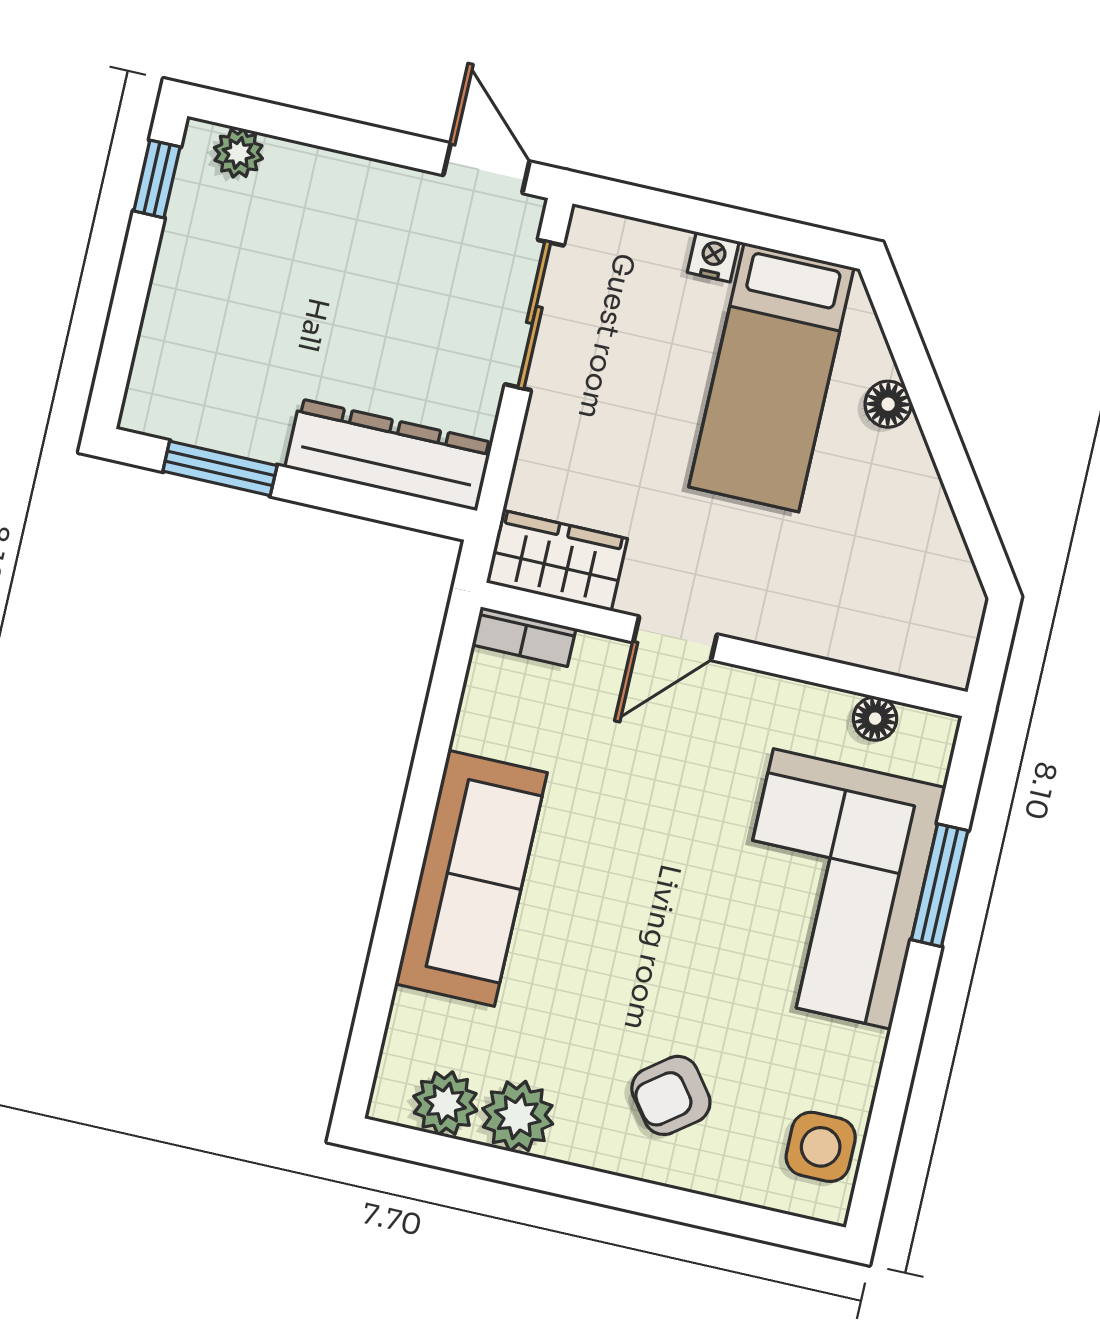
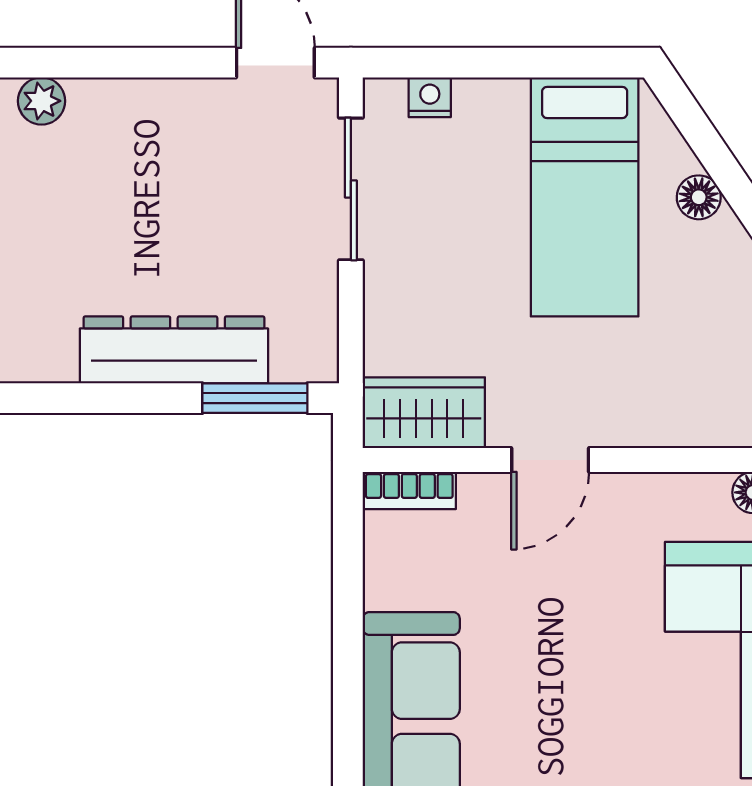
nightstand: (713, 257) -> (430, 97), moved
dresser: (389, 455) -> (174, 350), moved
window: (220, 468) -> (255, 398), moved

